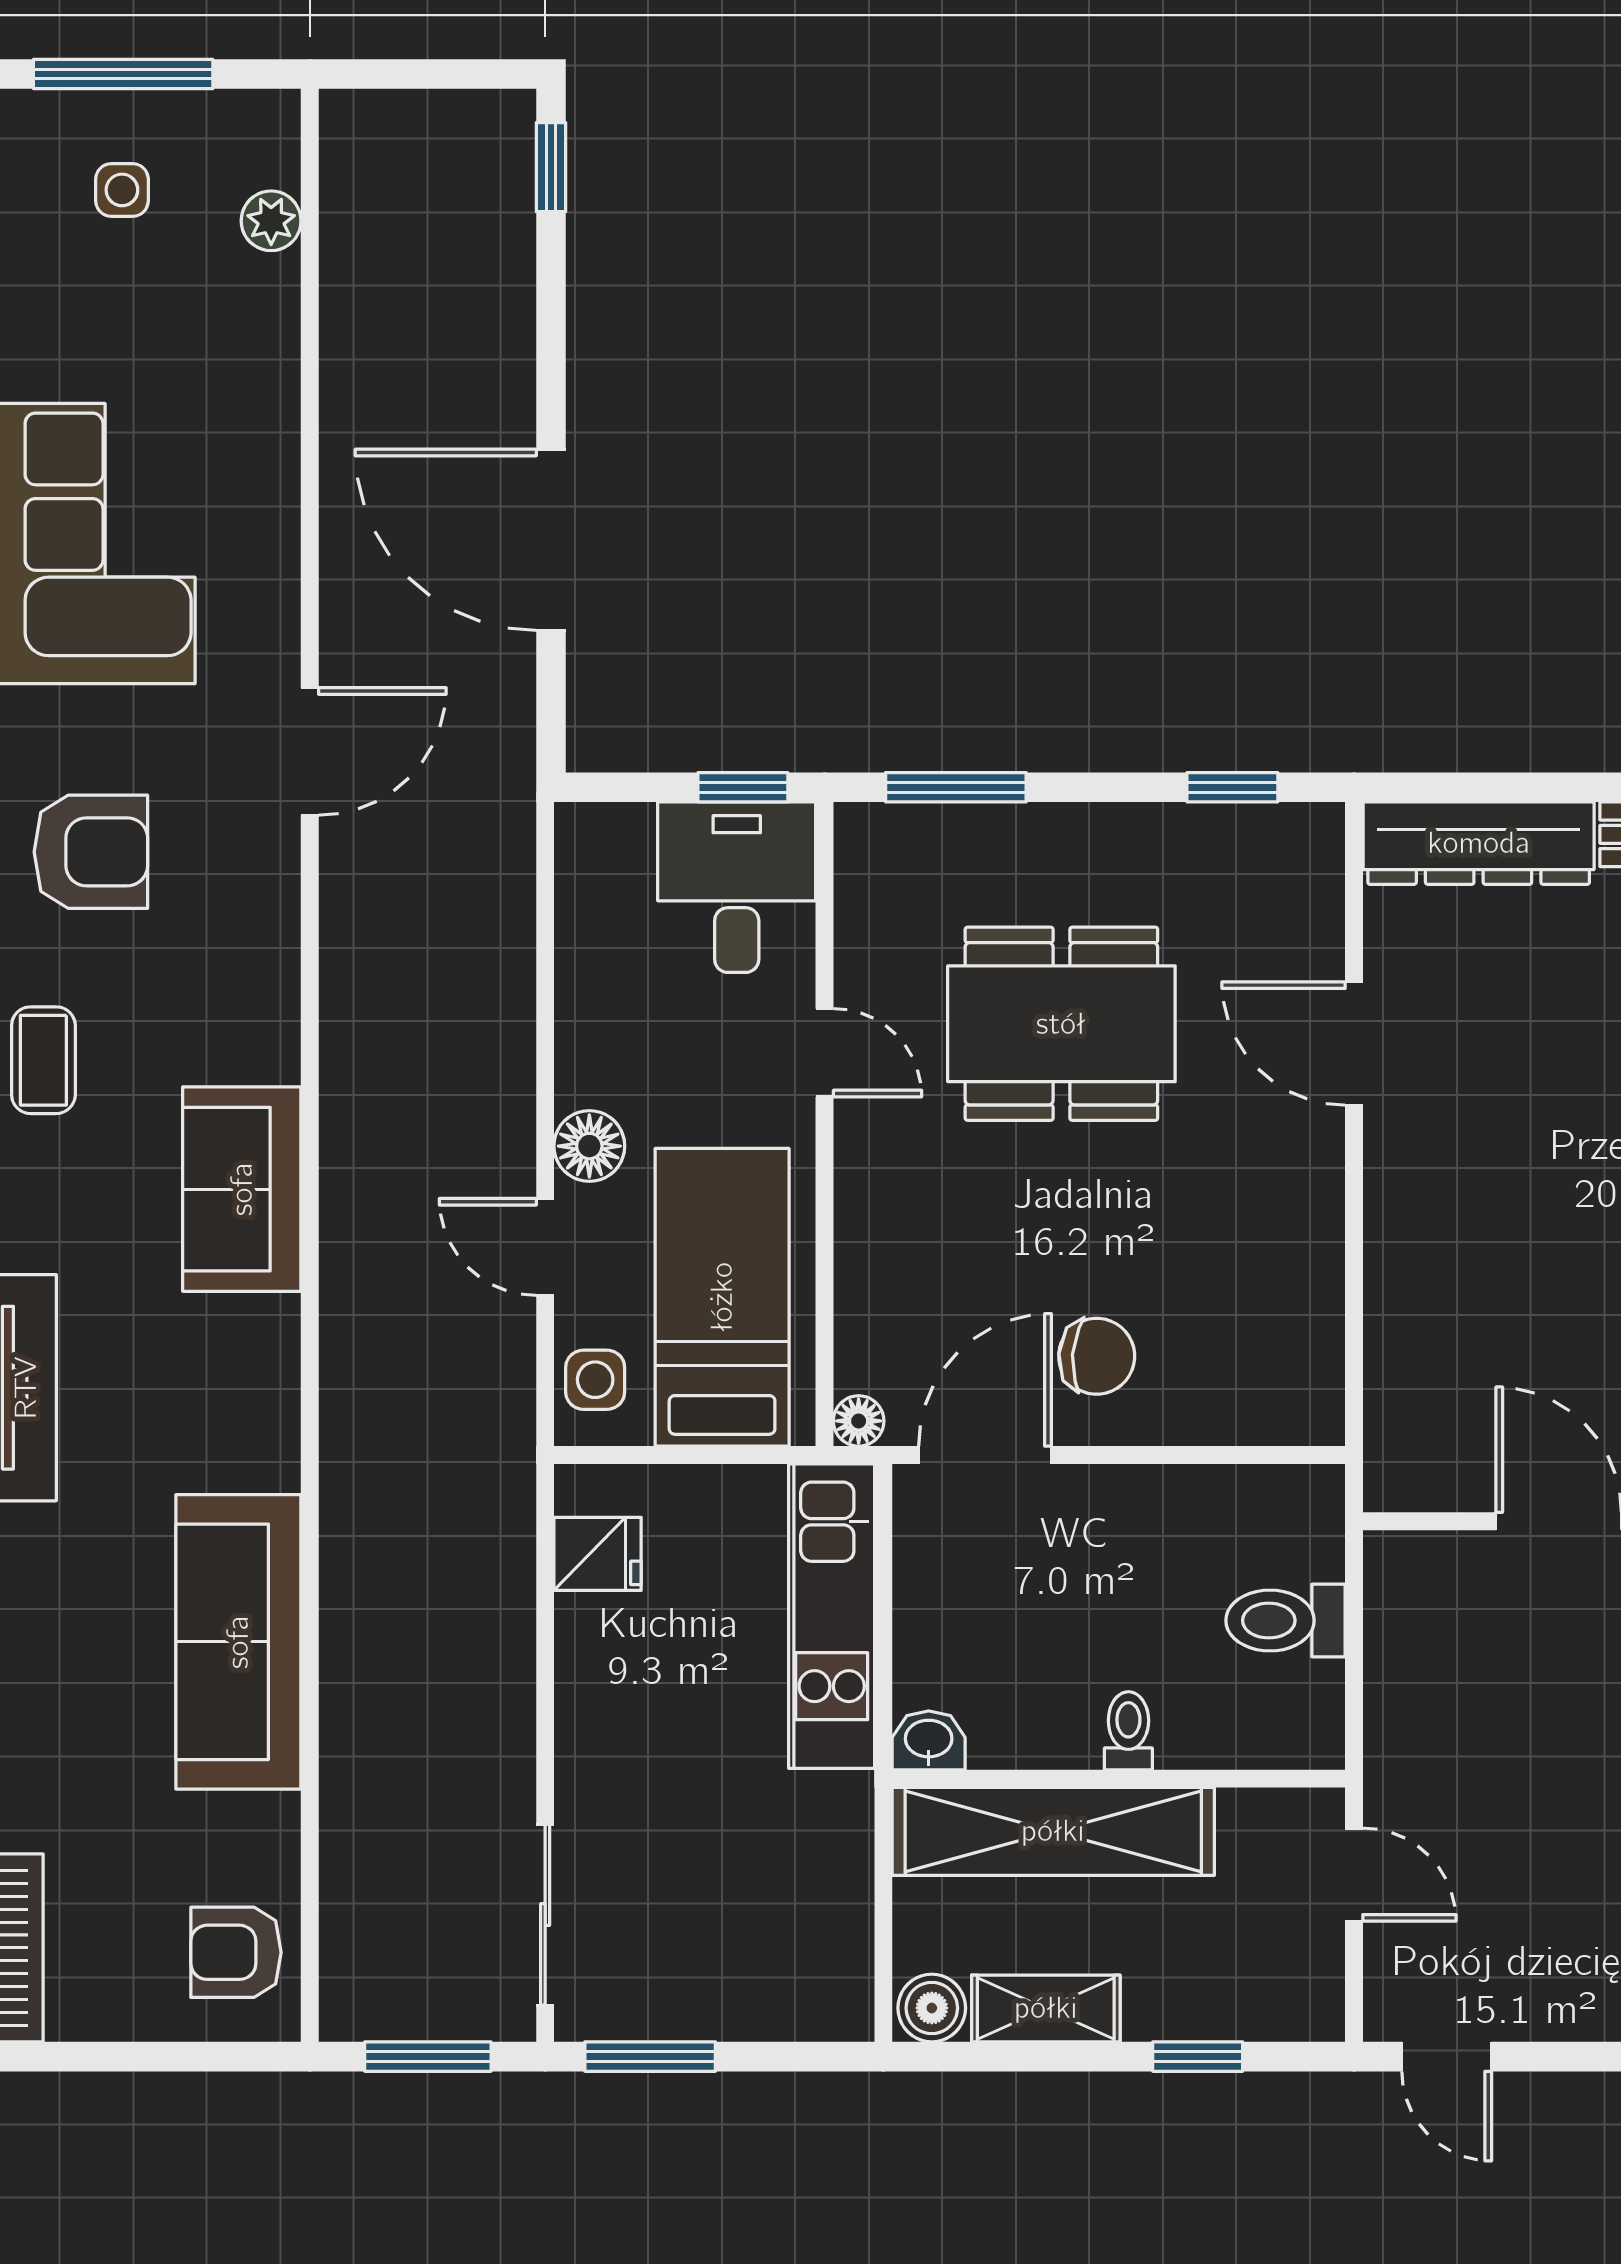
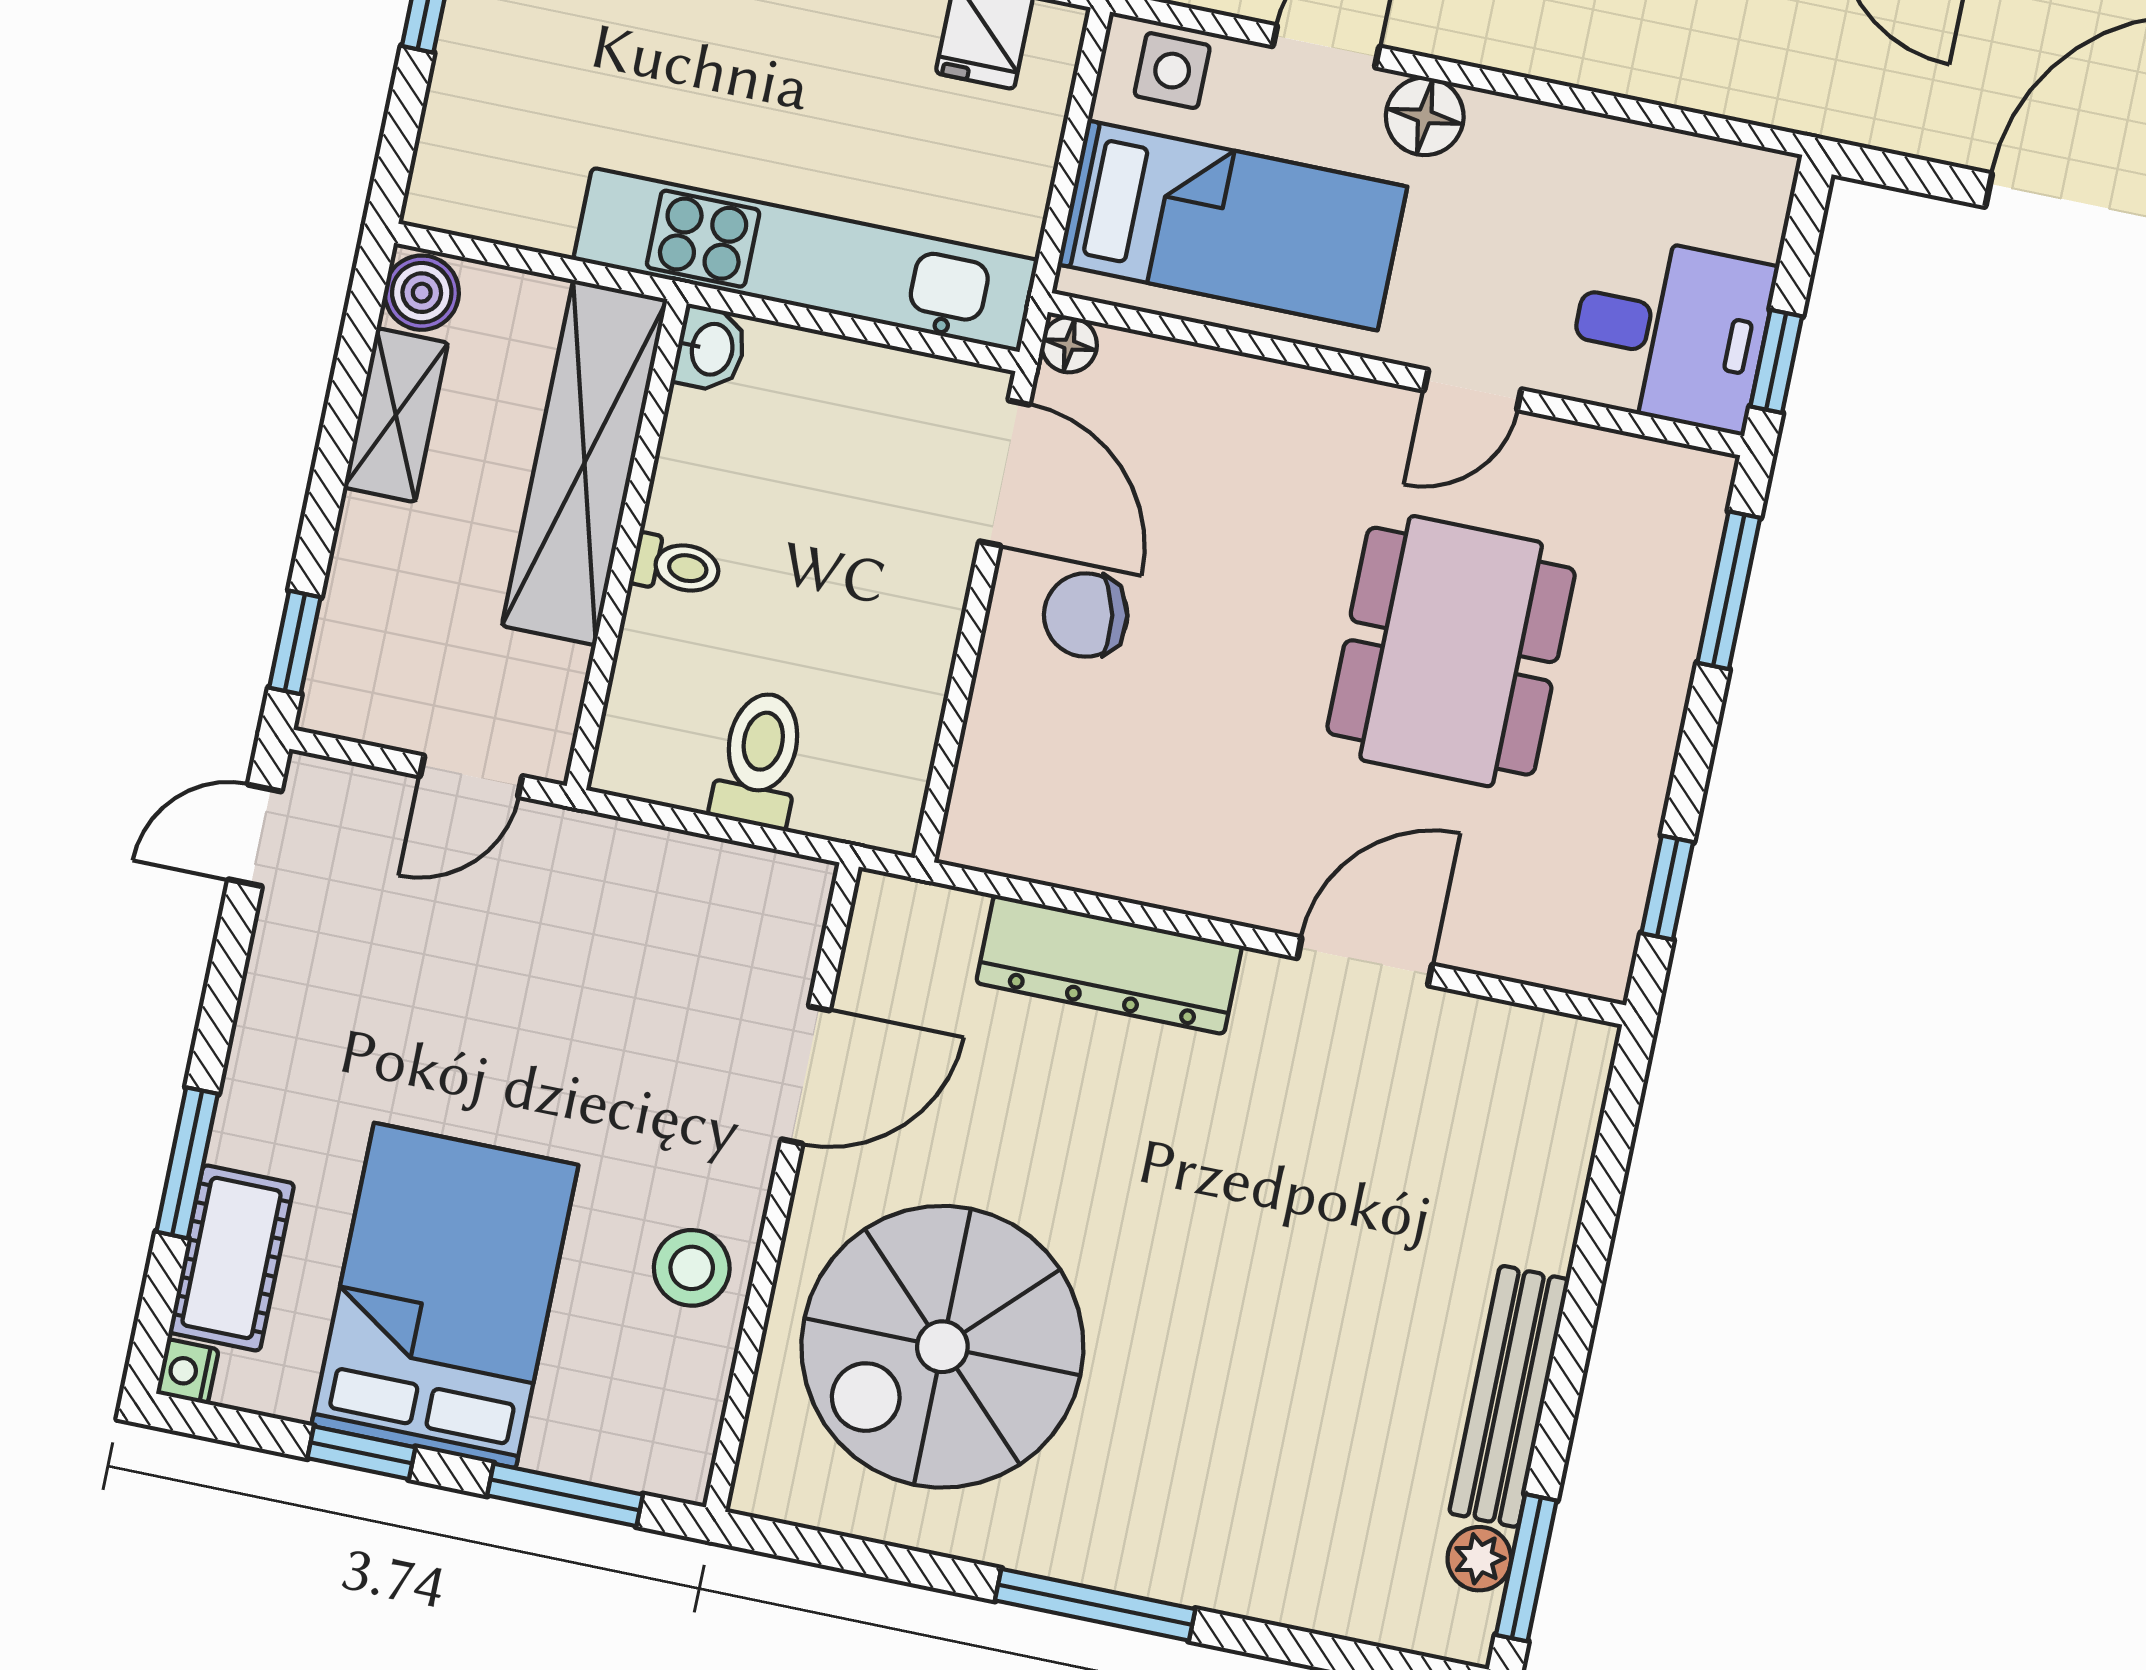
dresser: (1479, 843) -> (1109, 964), moved, turned -90
chair: (1097, 1356) -> (1086, 615), turned 75
kitchen unit: (832, 1616) -> (806, 260), width x1.36
window: (1198, 2057) -> (295, 642), moved

